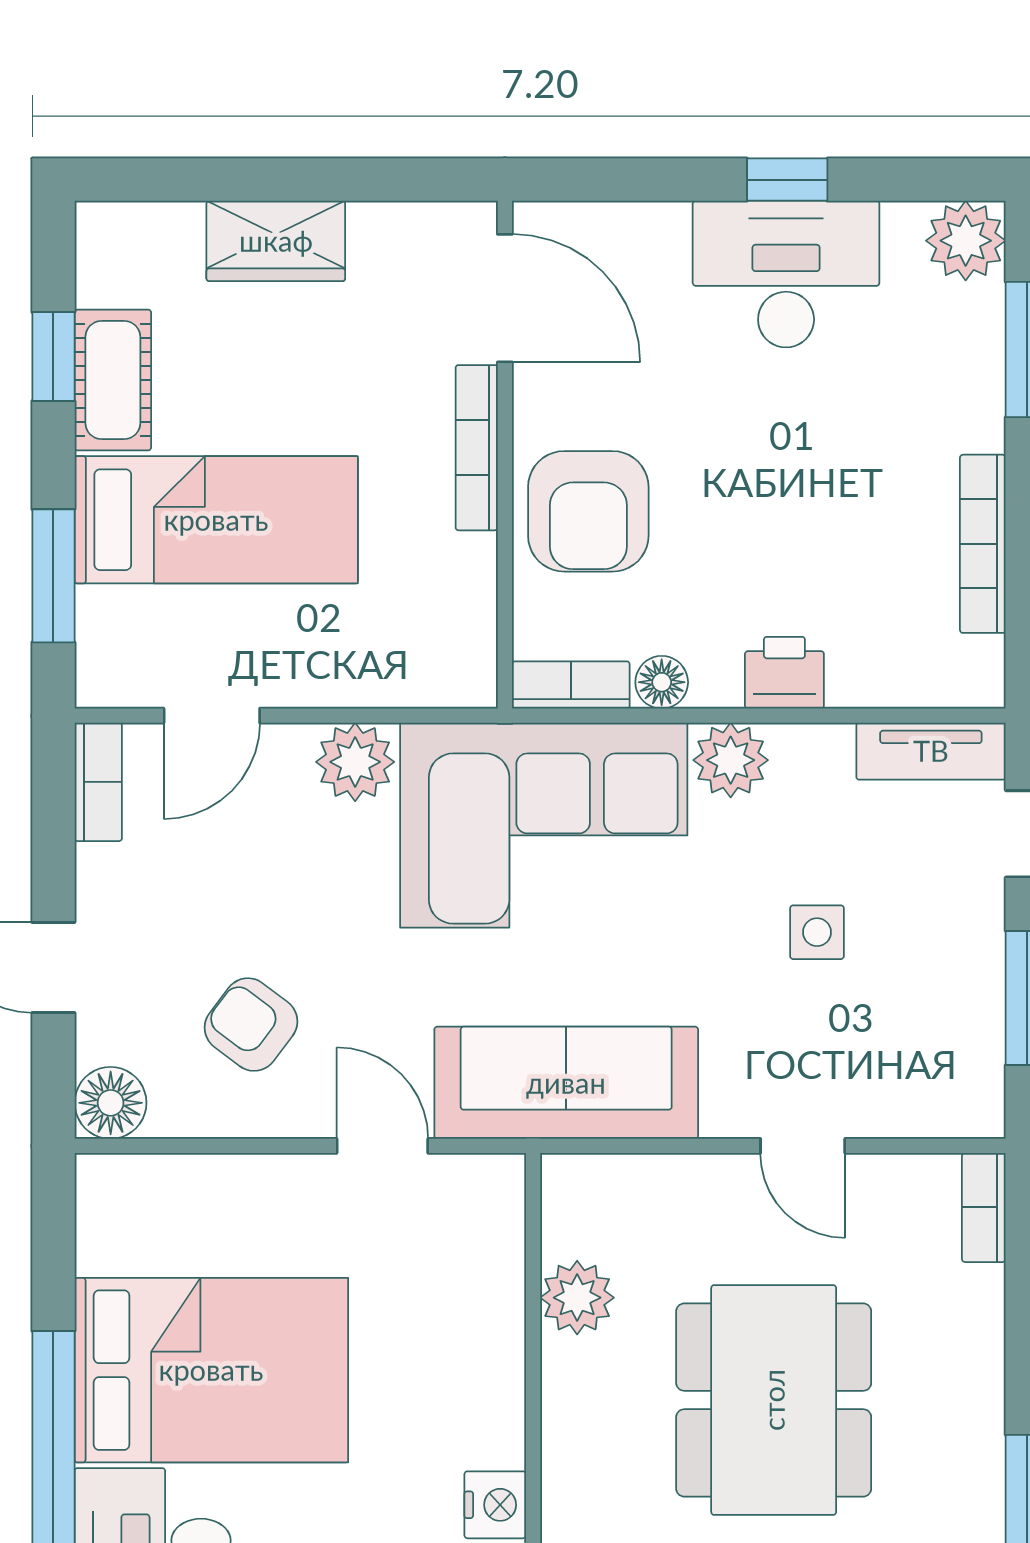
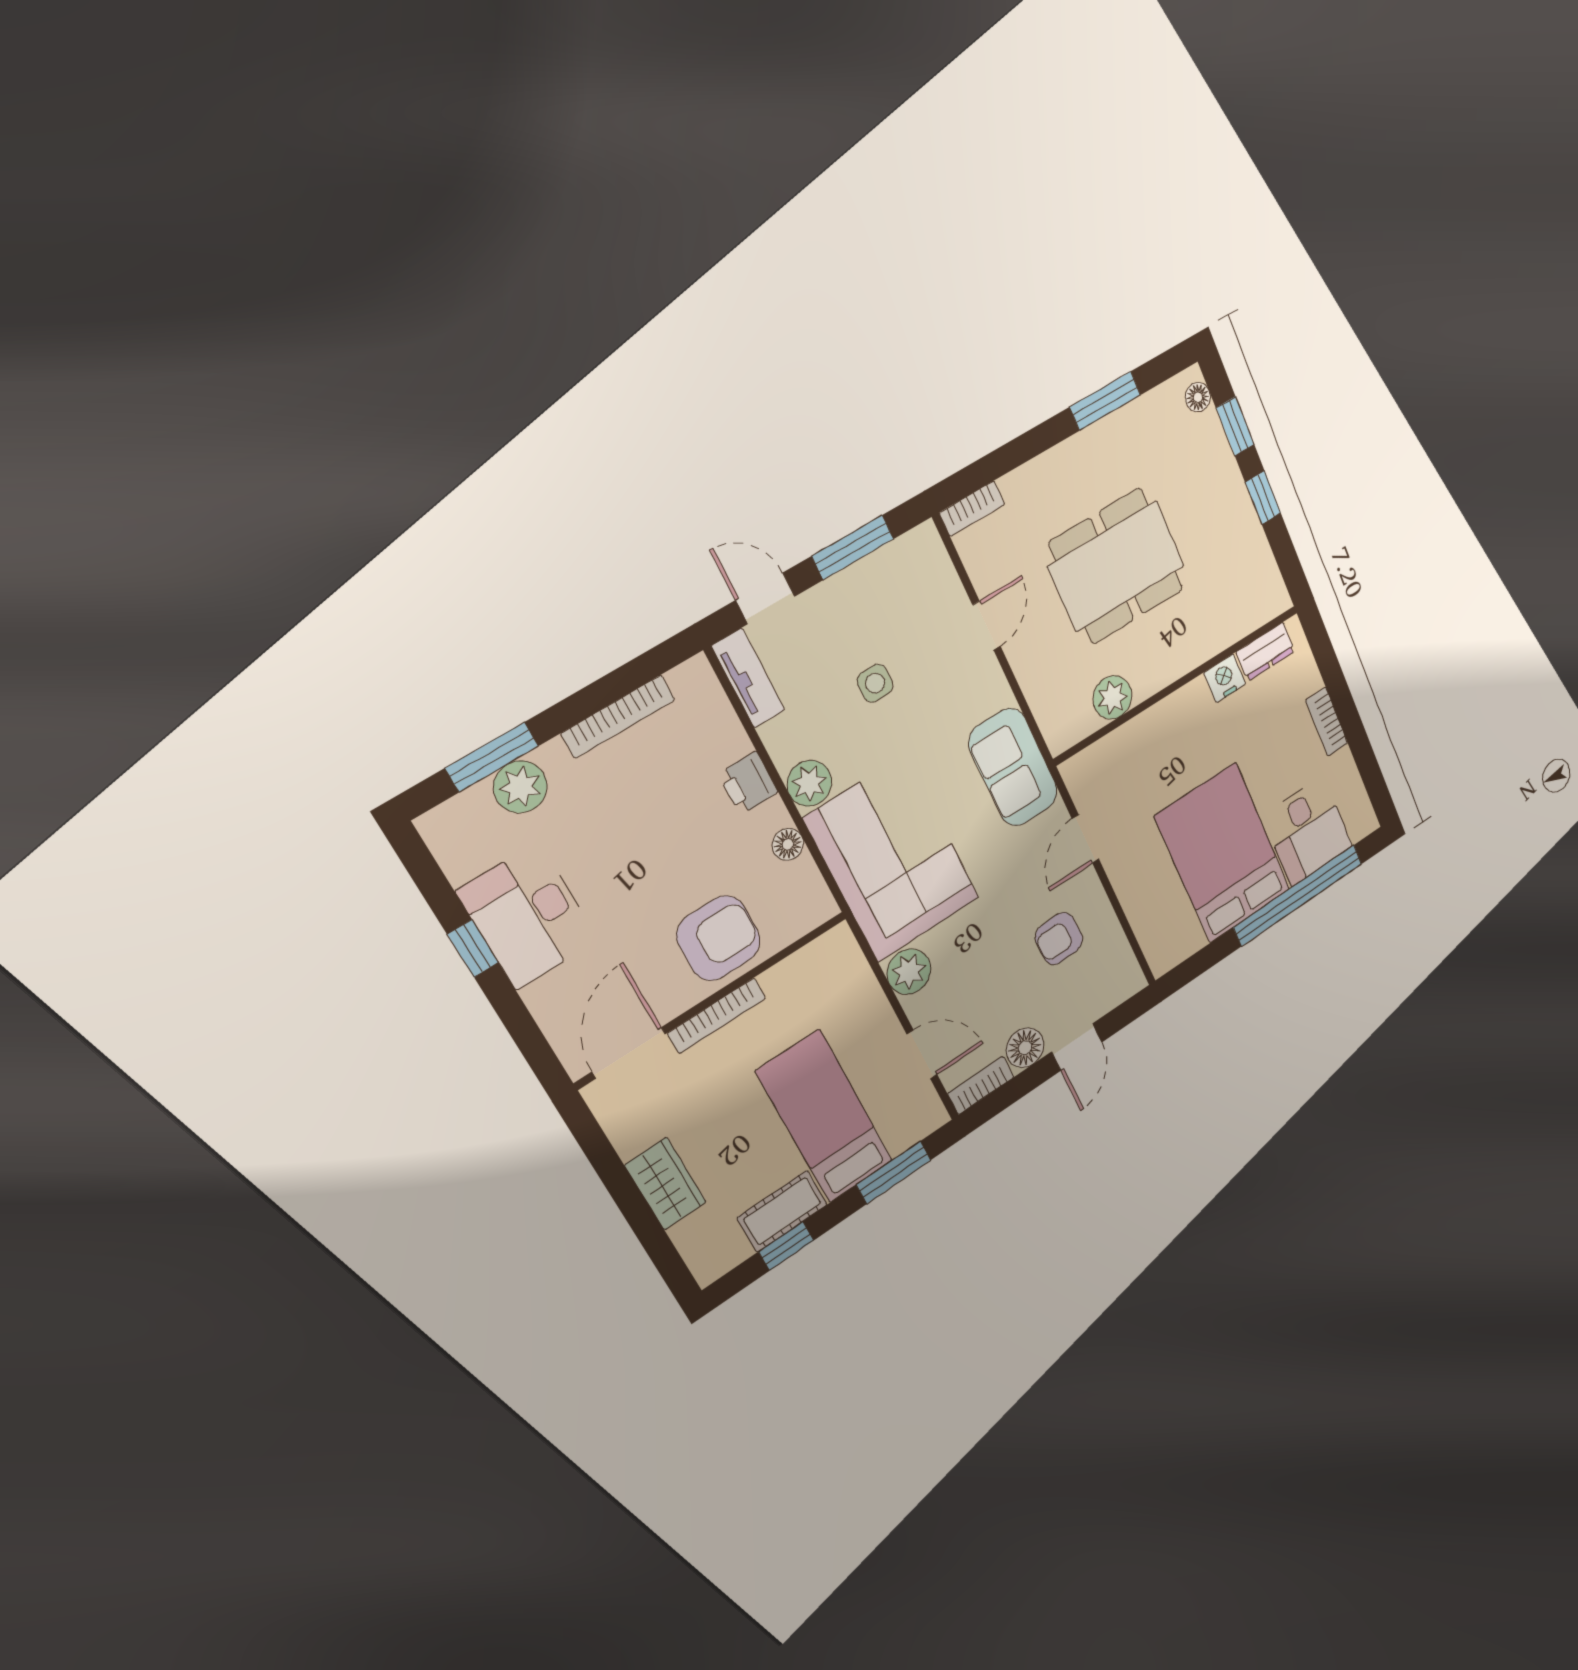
plant: (966, 241) -> (520, 787), moved
bookcase: (571, 685) -> (814, 890), removed
armchair: (251, 1025) -> (1059, 939), turned 51
sofa: (566, 1083) -> (1013, 767), width x0.73
floor lamp: (111, 1103) -> (1025, 1048), moved

